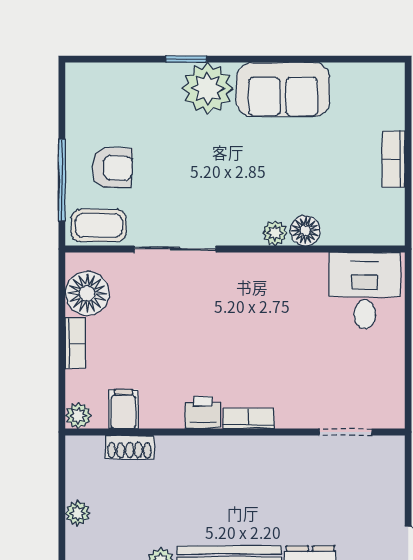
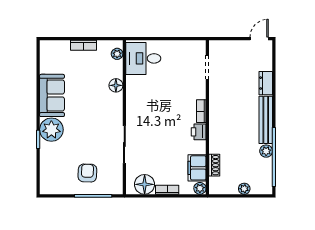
coffee table: (99, 226) -> (114, 179), removed
plant: (275, 233) -> (117, 54), moved
filing cabinet: (124, 409) -> (197, 168), width x2.00

